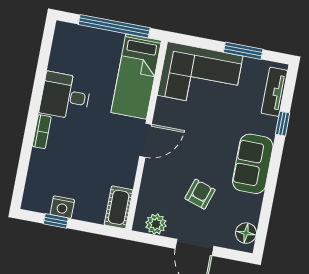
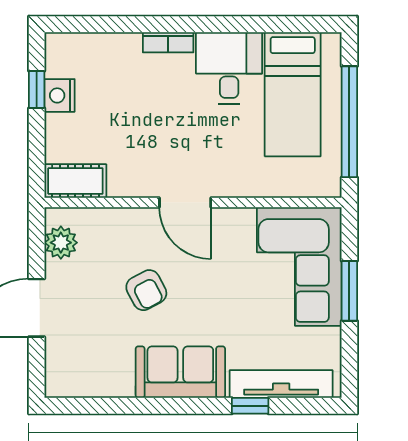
window: (243, 51) -> (349, 291), moved
bed: (136, 76) -> (293, 94), moved, turned -90
tv unit: (274, 92) -> (281, 384), width x1.41
armchair: (200, 194) -> (146, 290), moved, turned 44
floor lamp: (246, 233) -> (73, 382), removed

